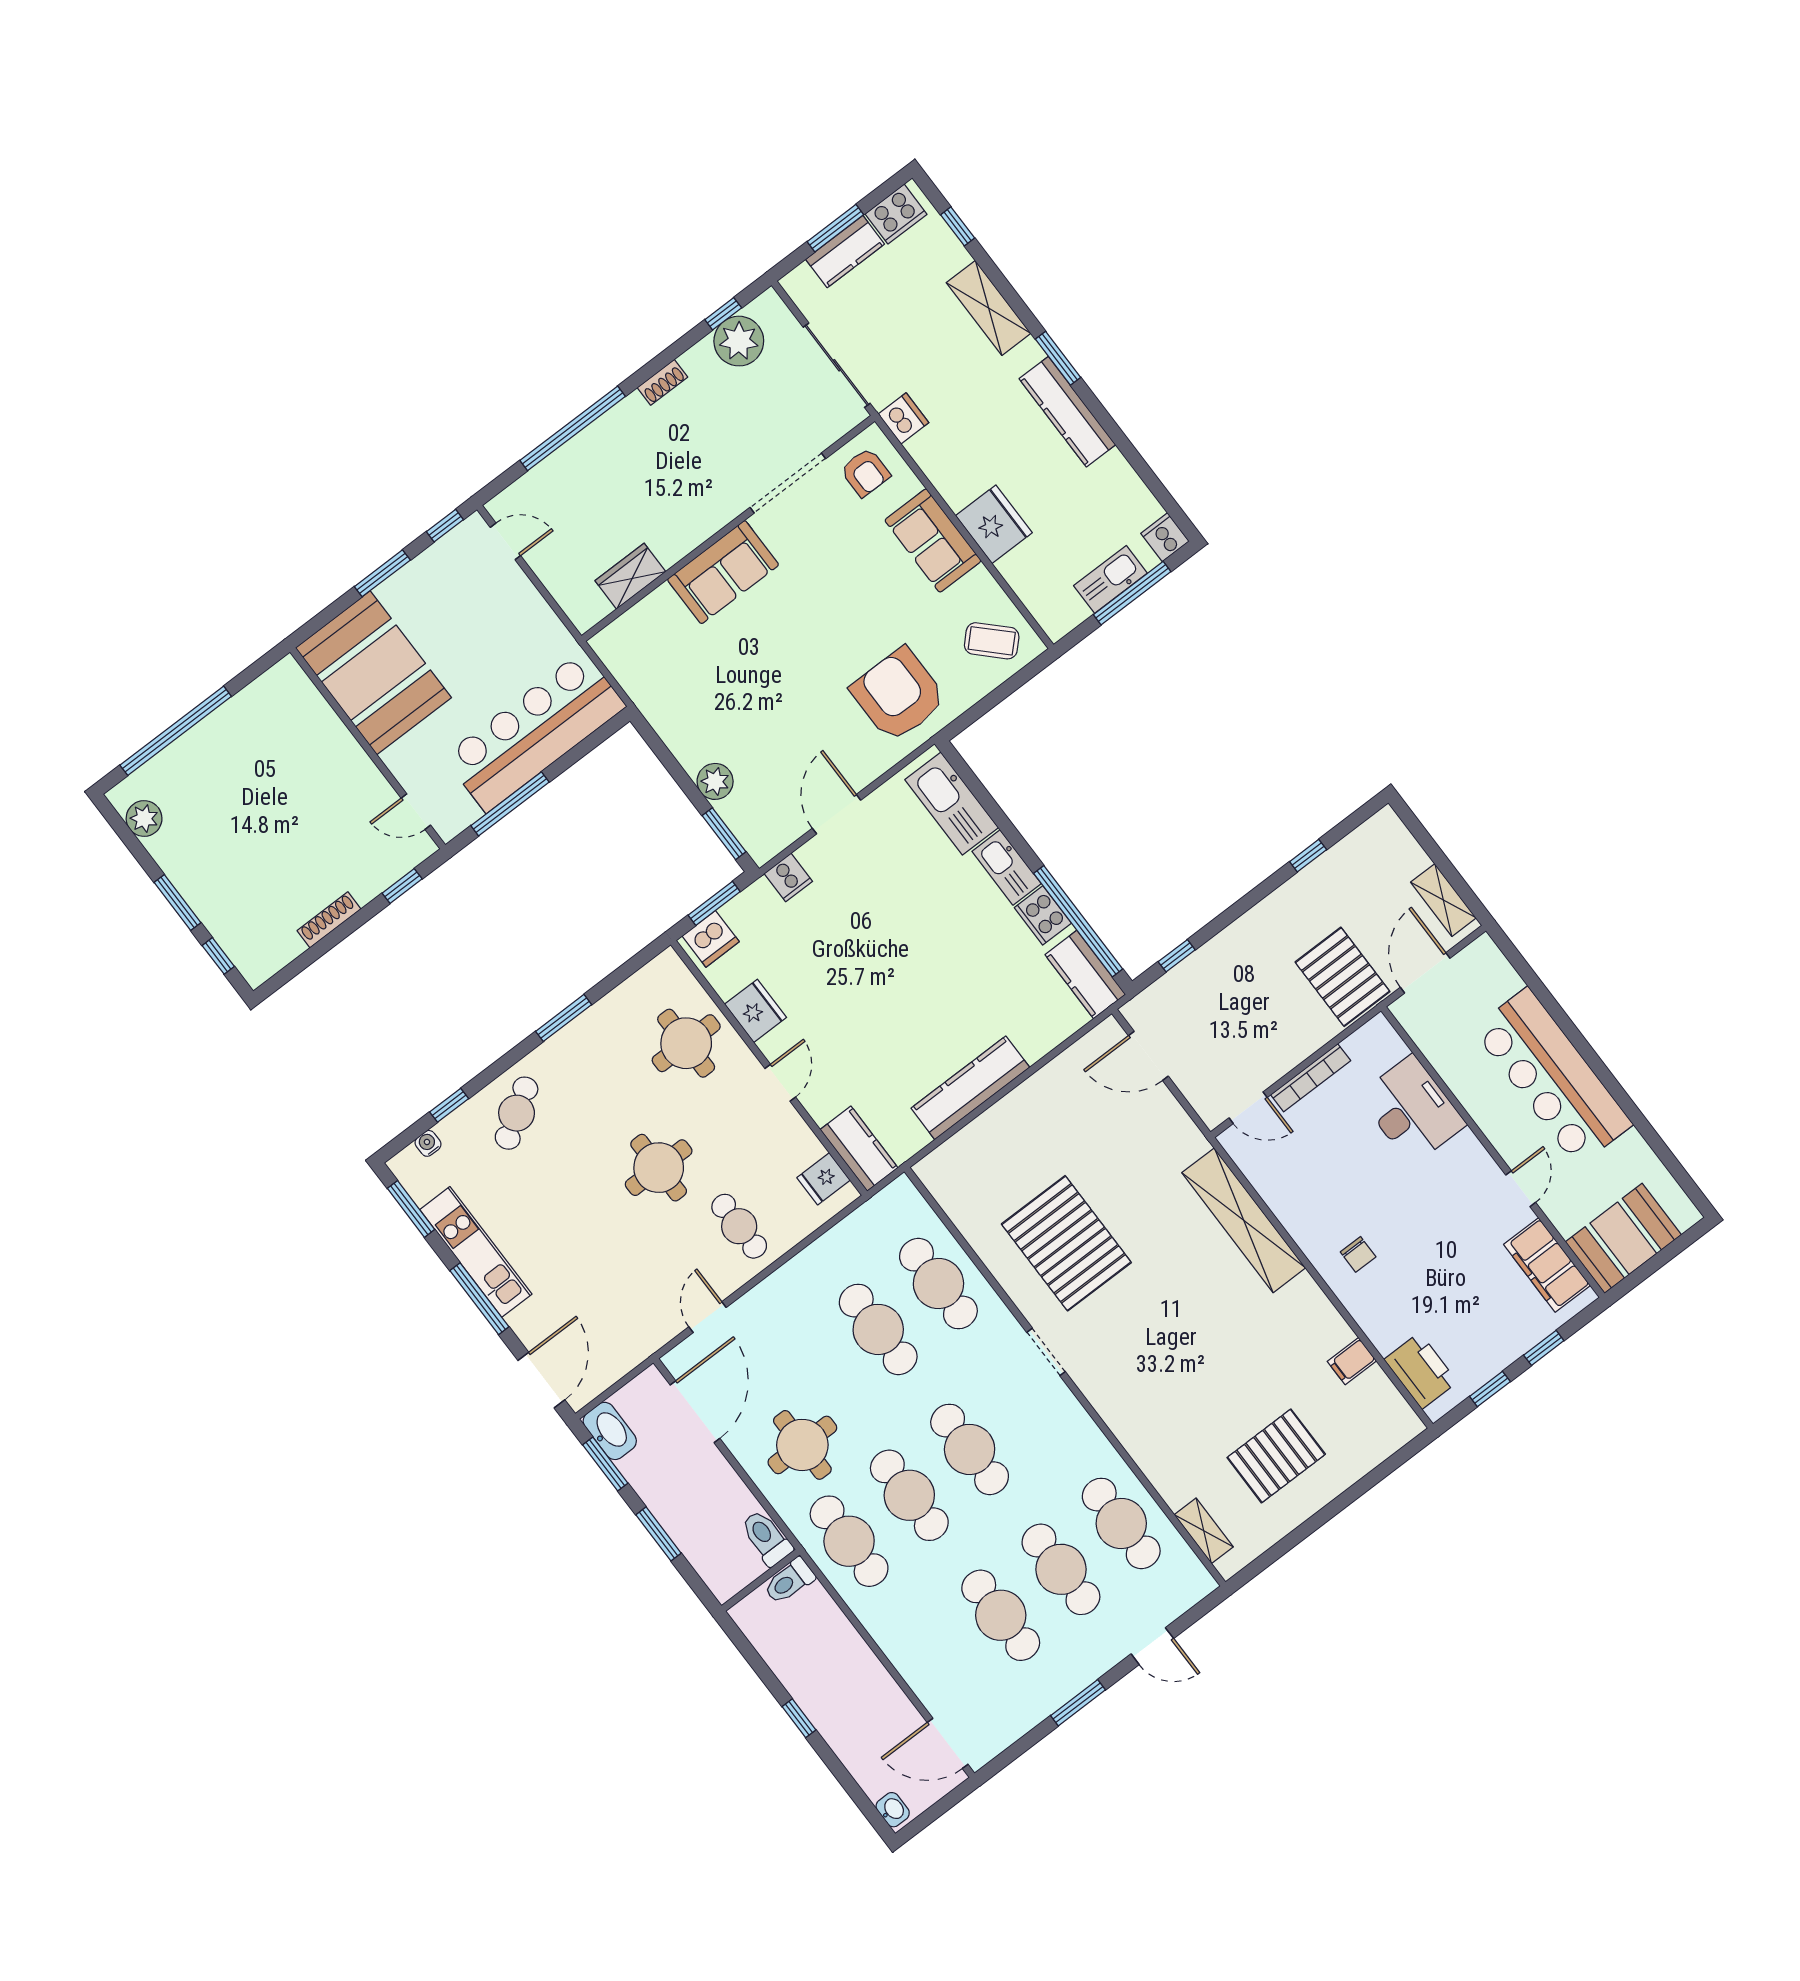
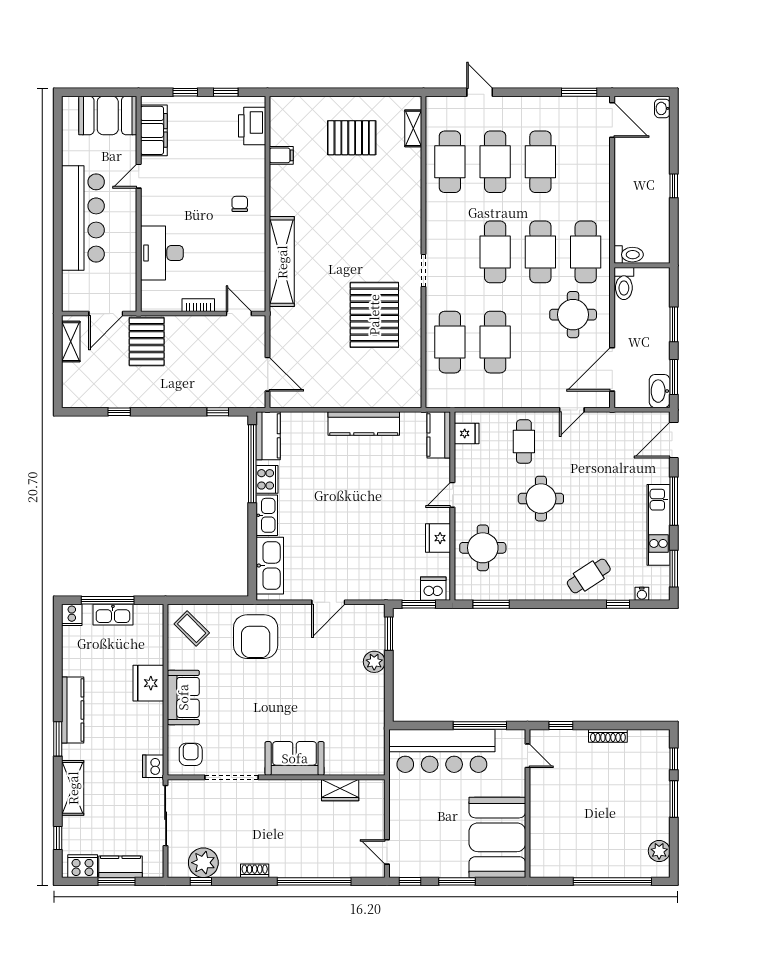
cooker: (788, 877) -> (374, 590), removed
window: (564, 1018) -> (491, 604), moved
bookcase: (1311, 1078) -> (198, 305), width x0.64
window: (1078, 1703) -> (579, 92), moved

